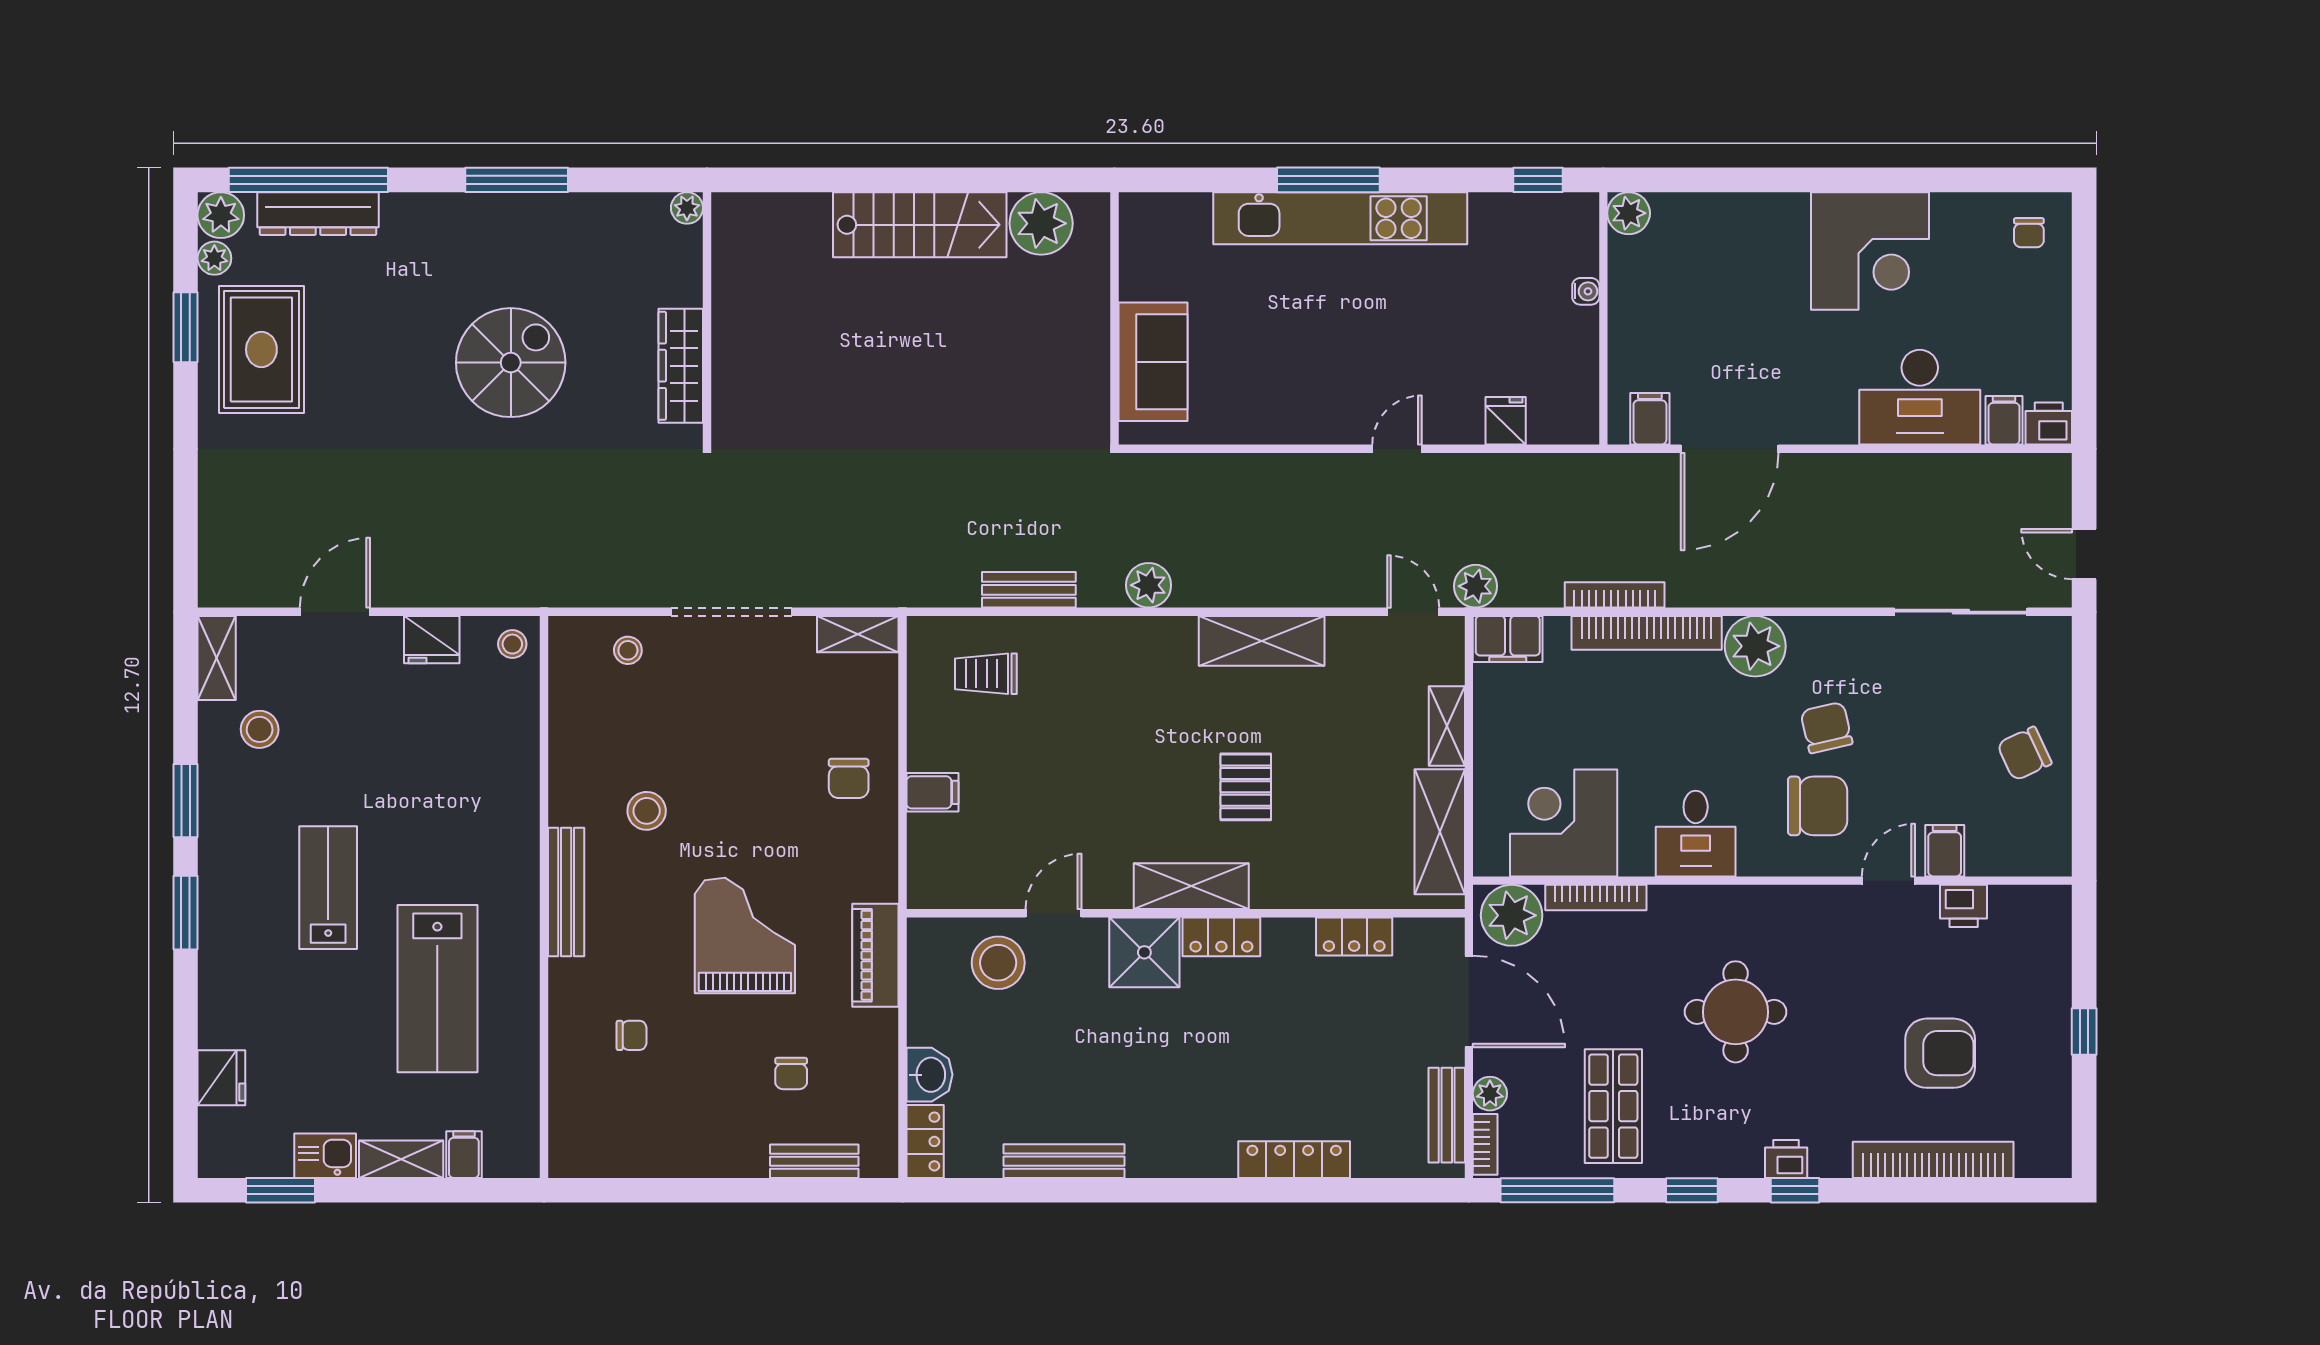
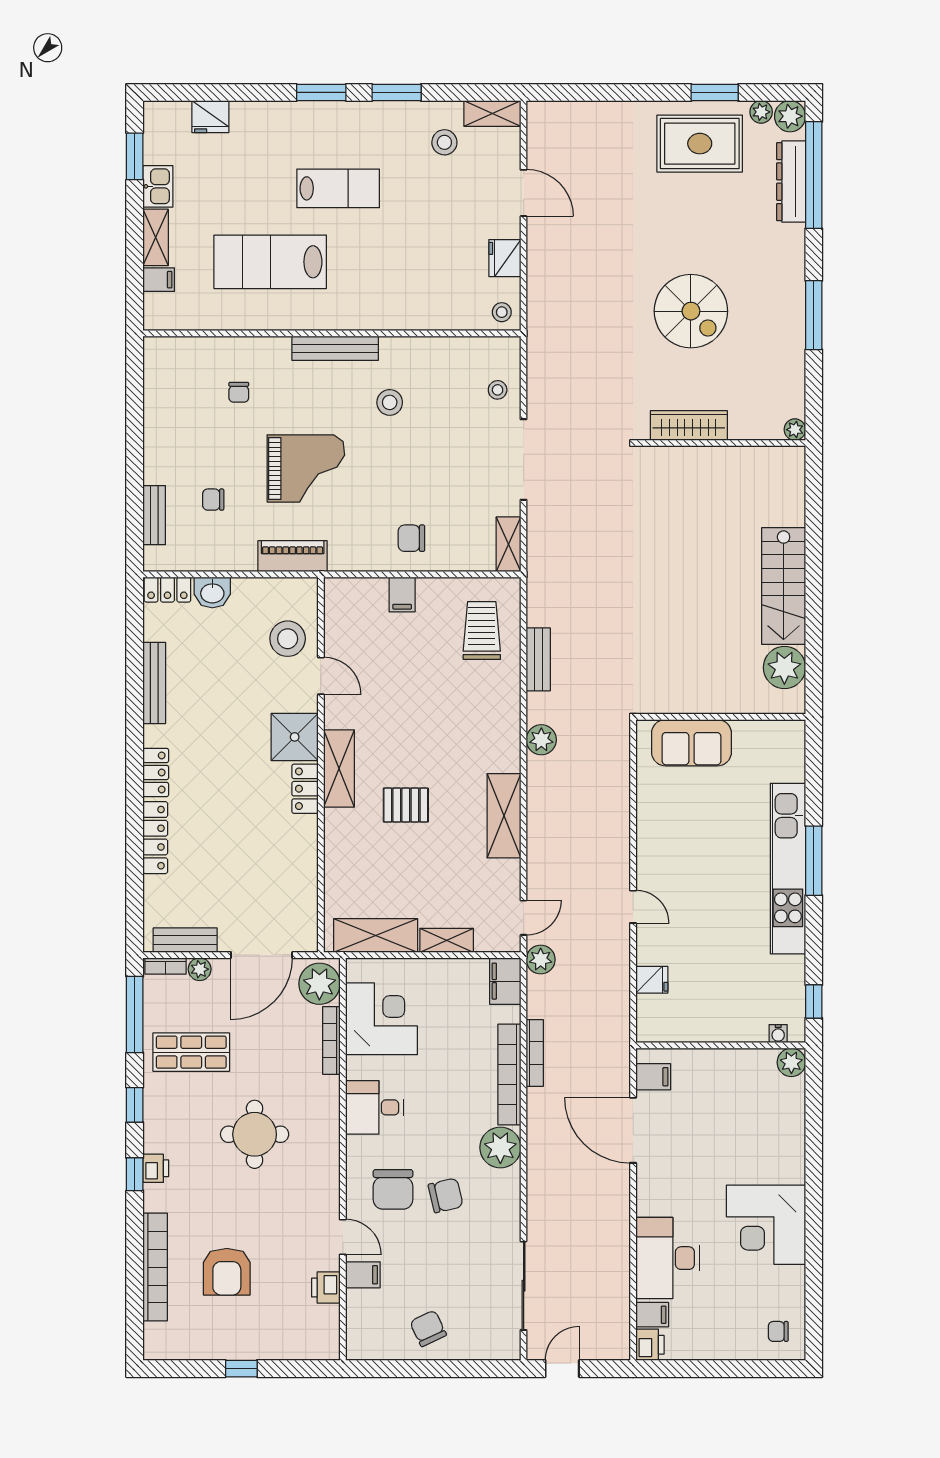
water cooler: (1586, 291) -> (778, 1034), moved
trolley: (986, 674) -> (482, 630), width x1.36, depth x1.39
locker: (1354, 936) -> (156, 772), moved, turned 180

